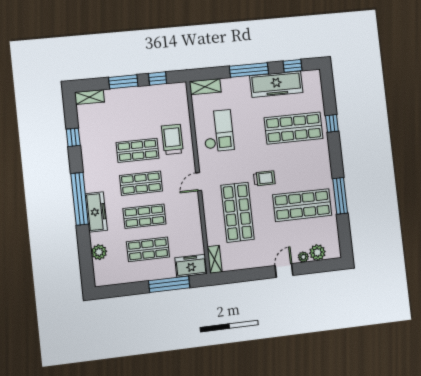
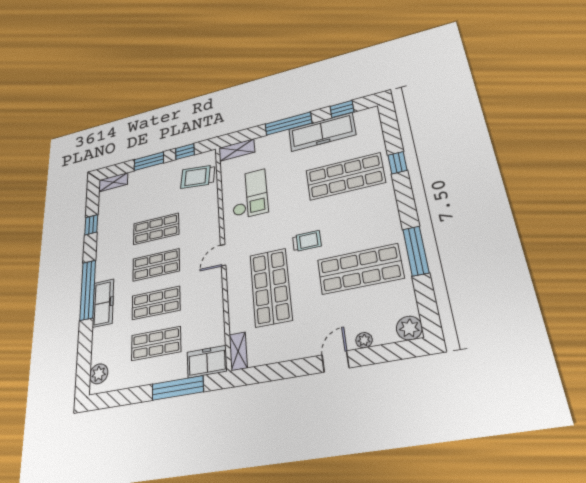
trolley: (172, 139) -> (198, 177), moved, turned -83
plant: (99, 252) -> (99, 374), moved
plant: (317, 252) -> (409, 328), moved

